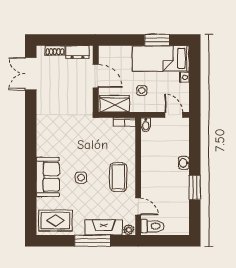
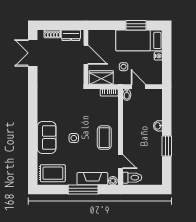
door: (174, 115) -> (138, 87), moved

